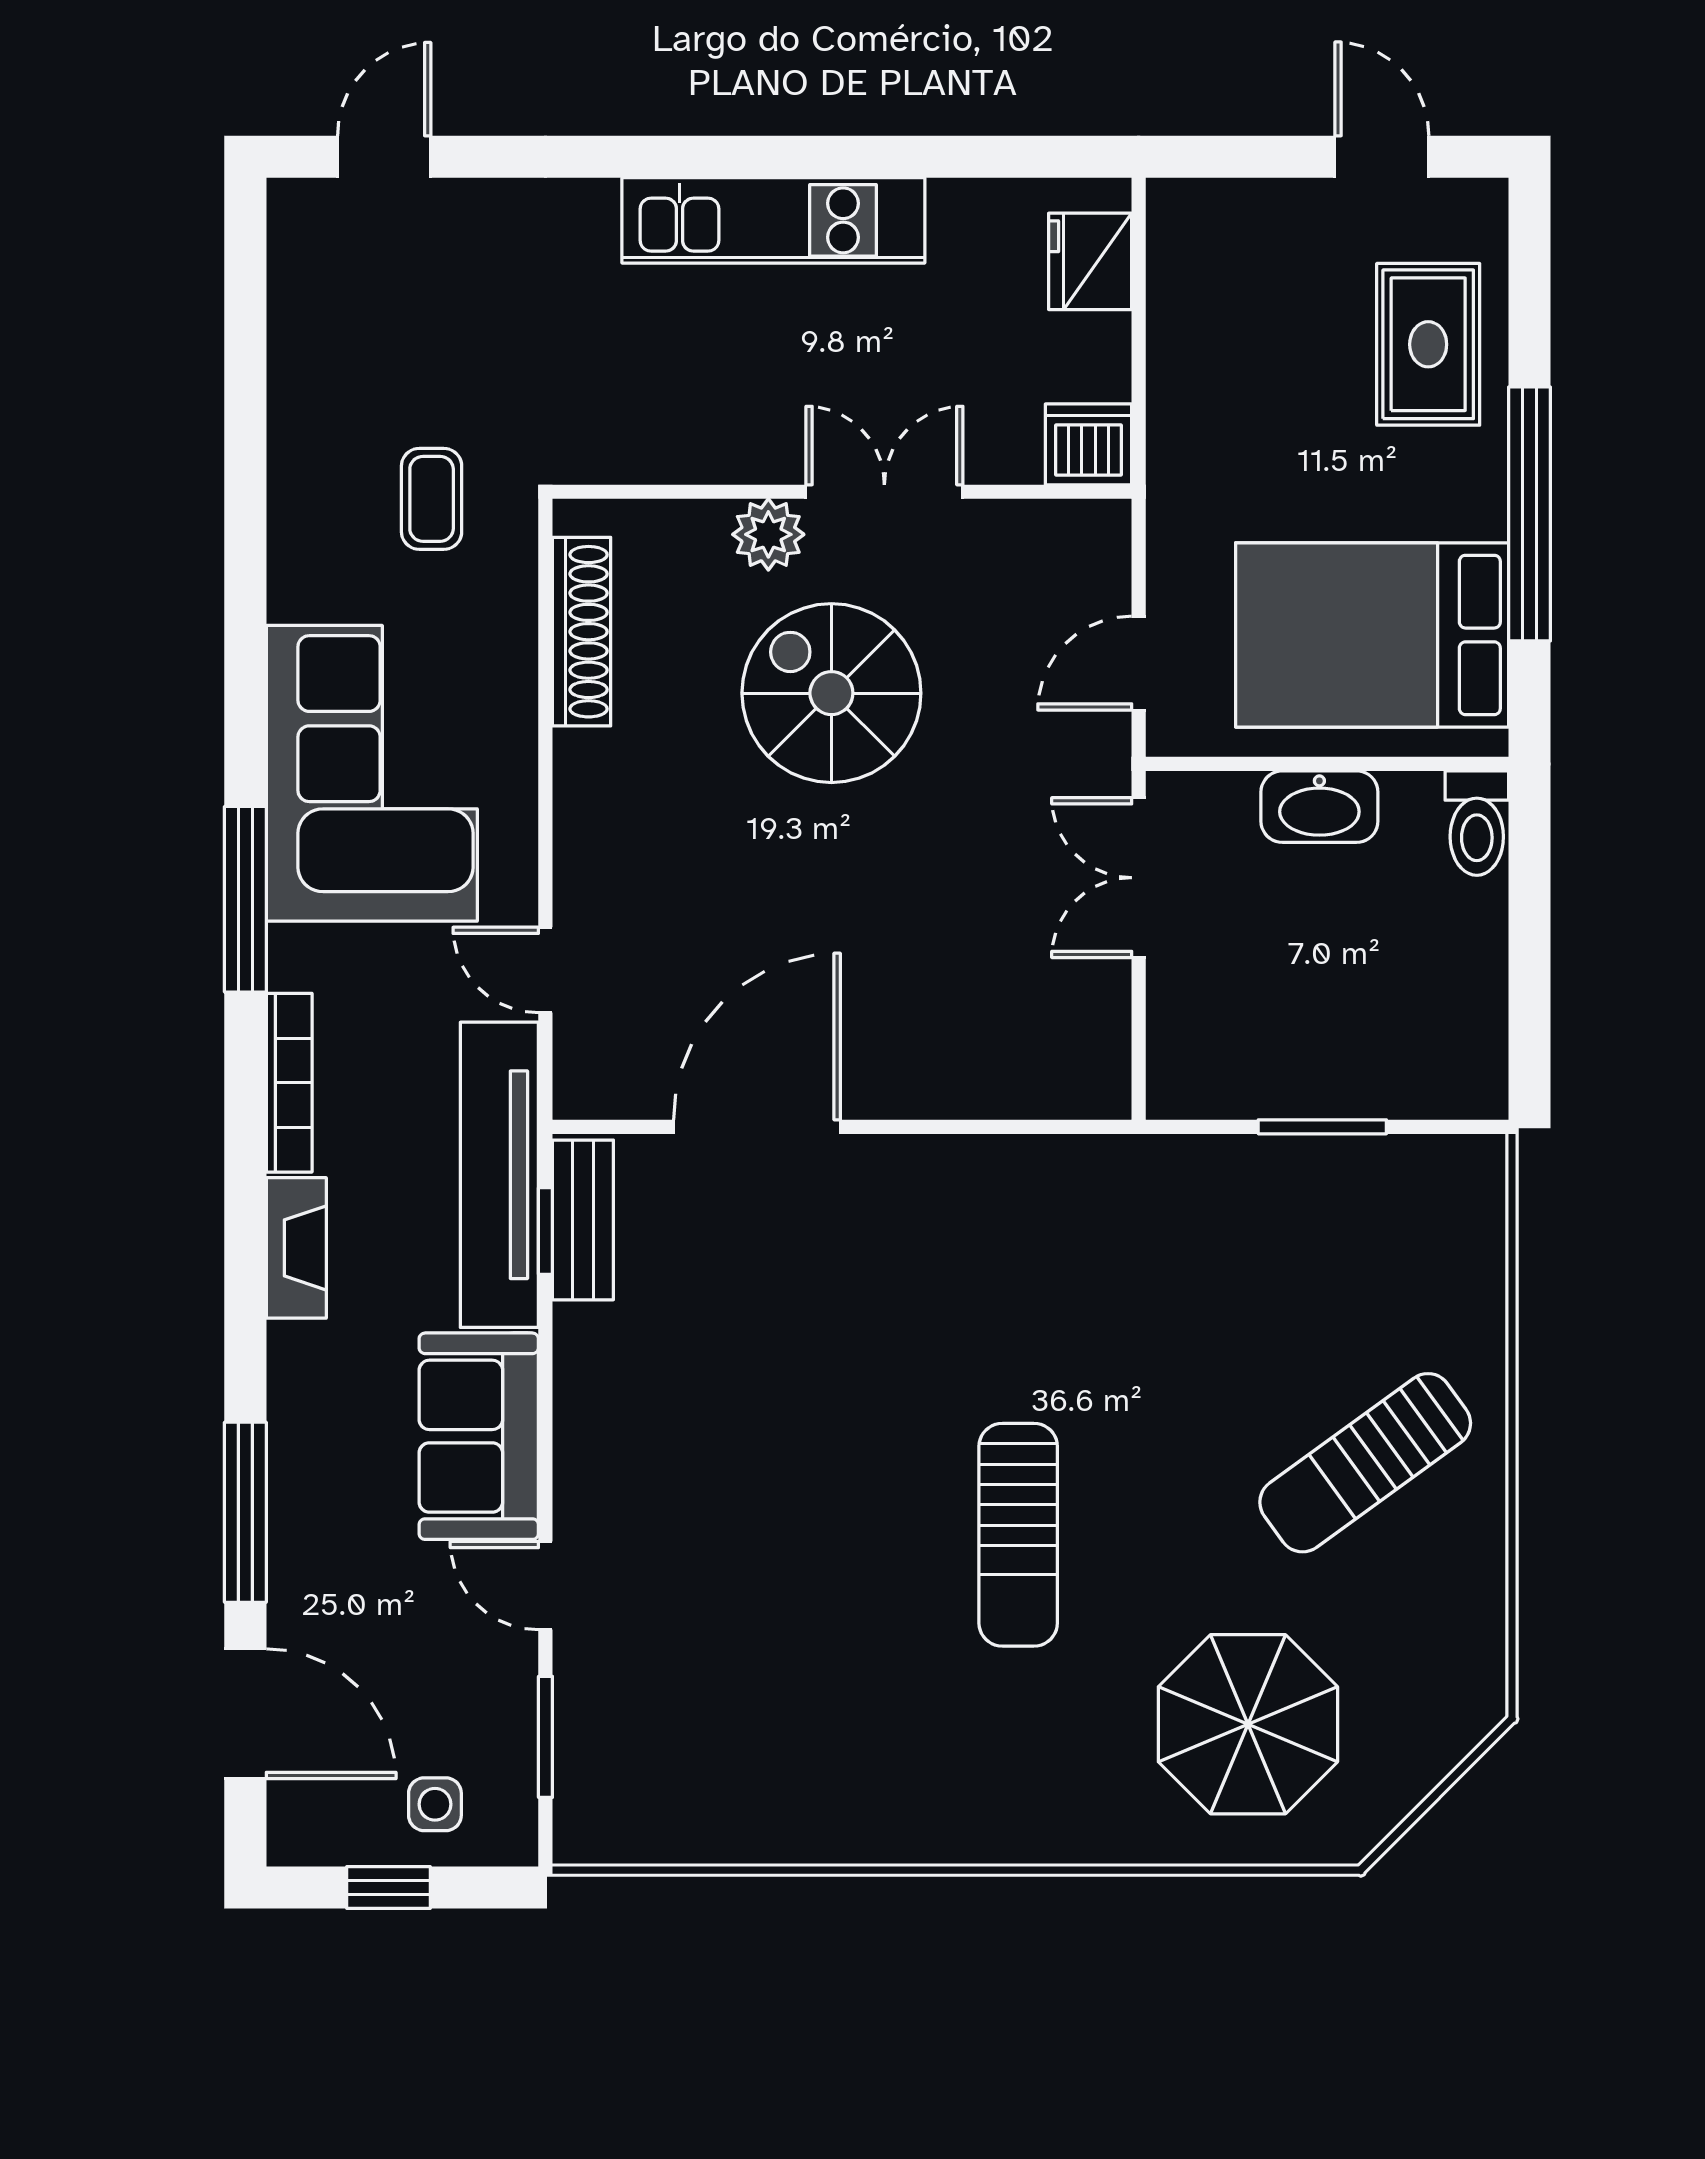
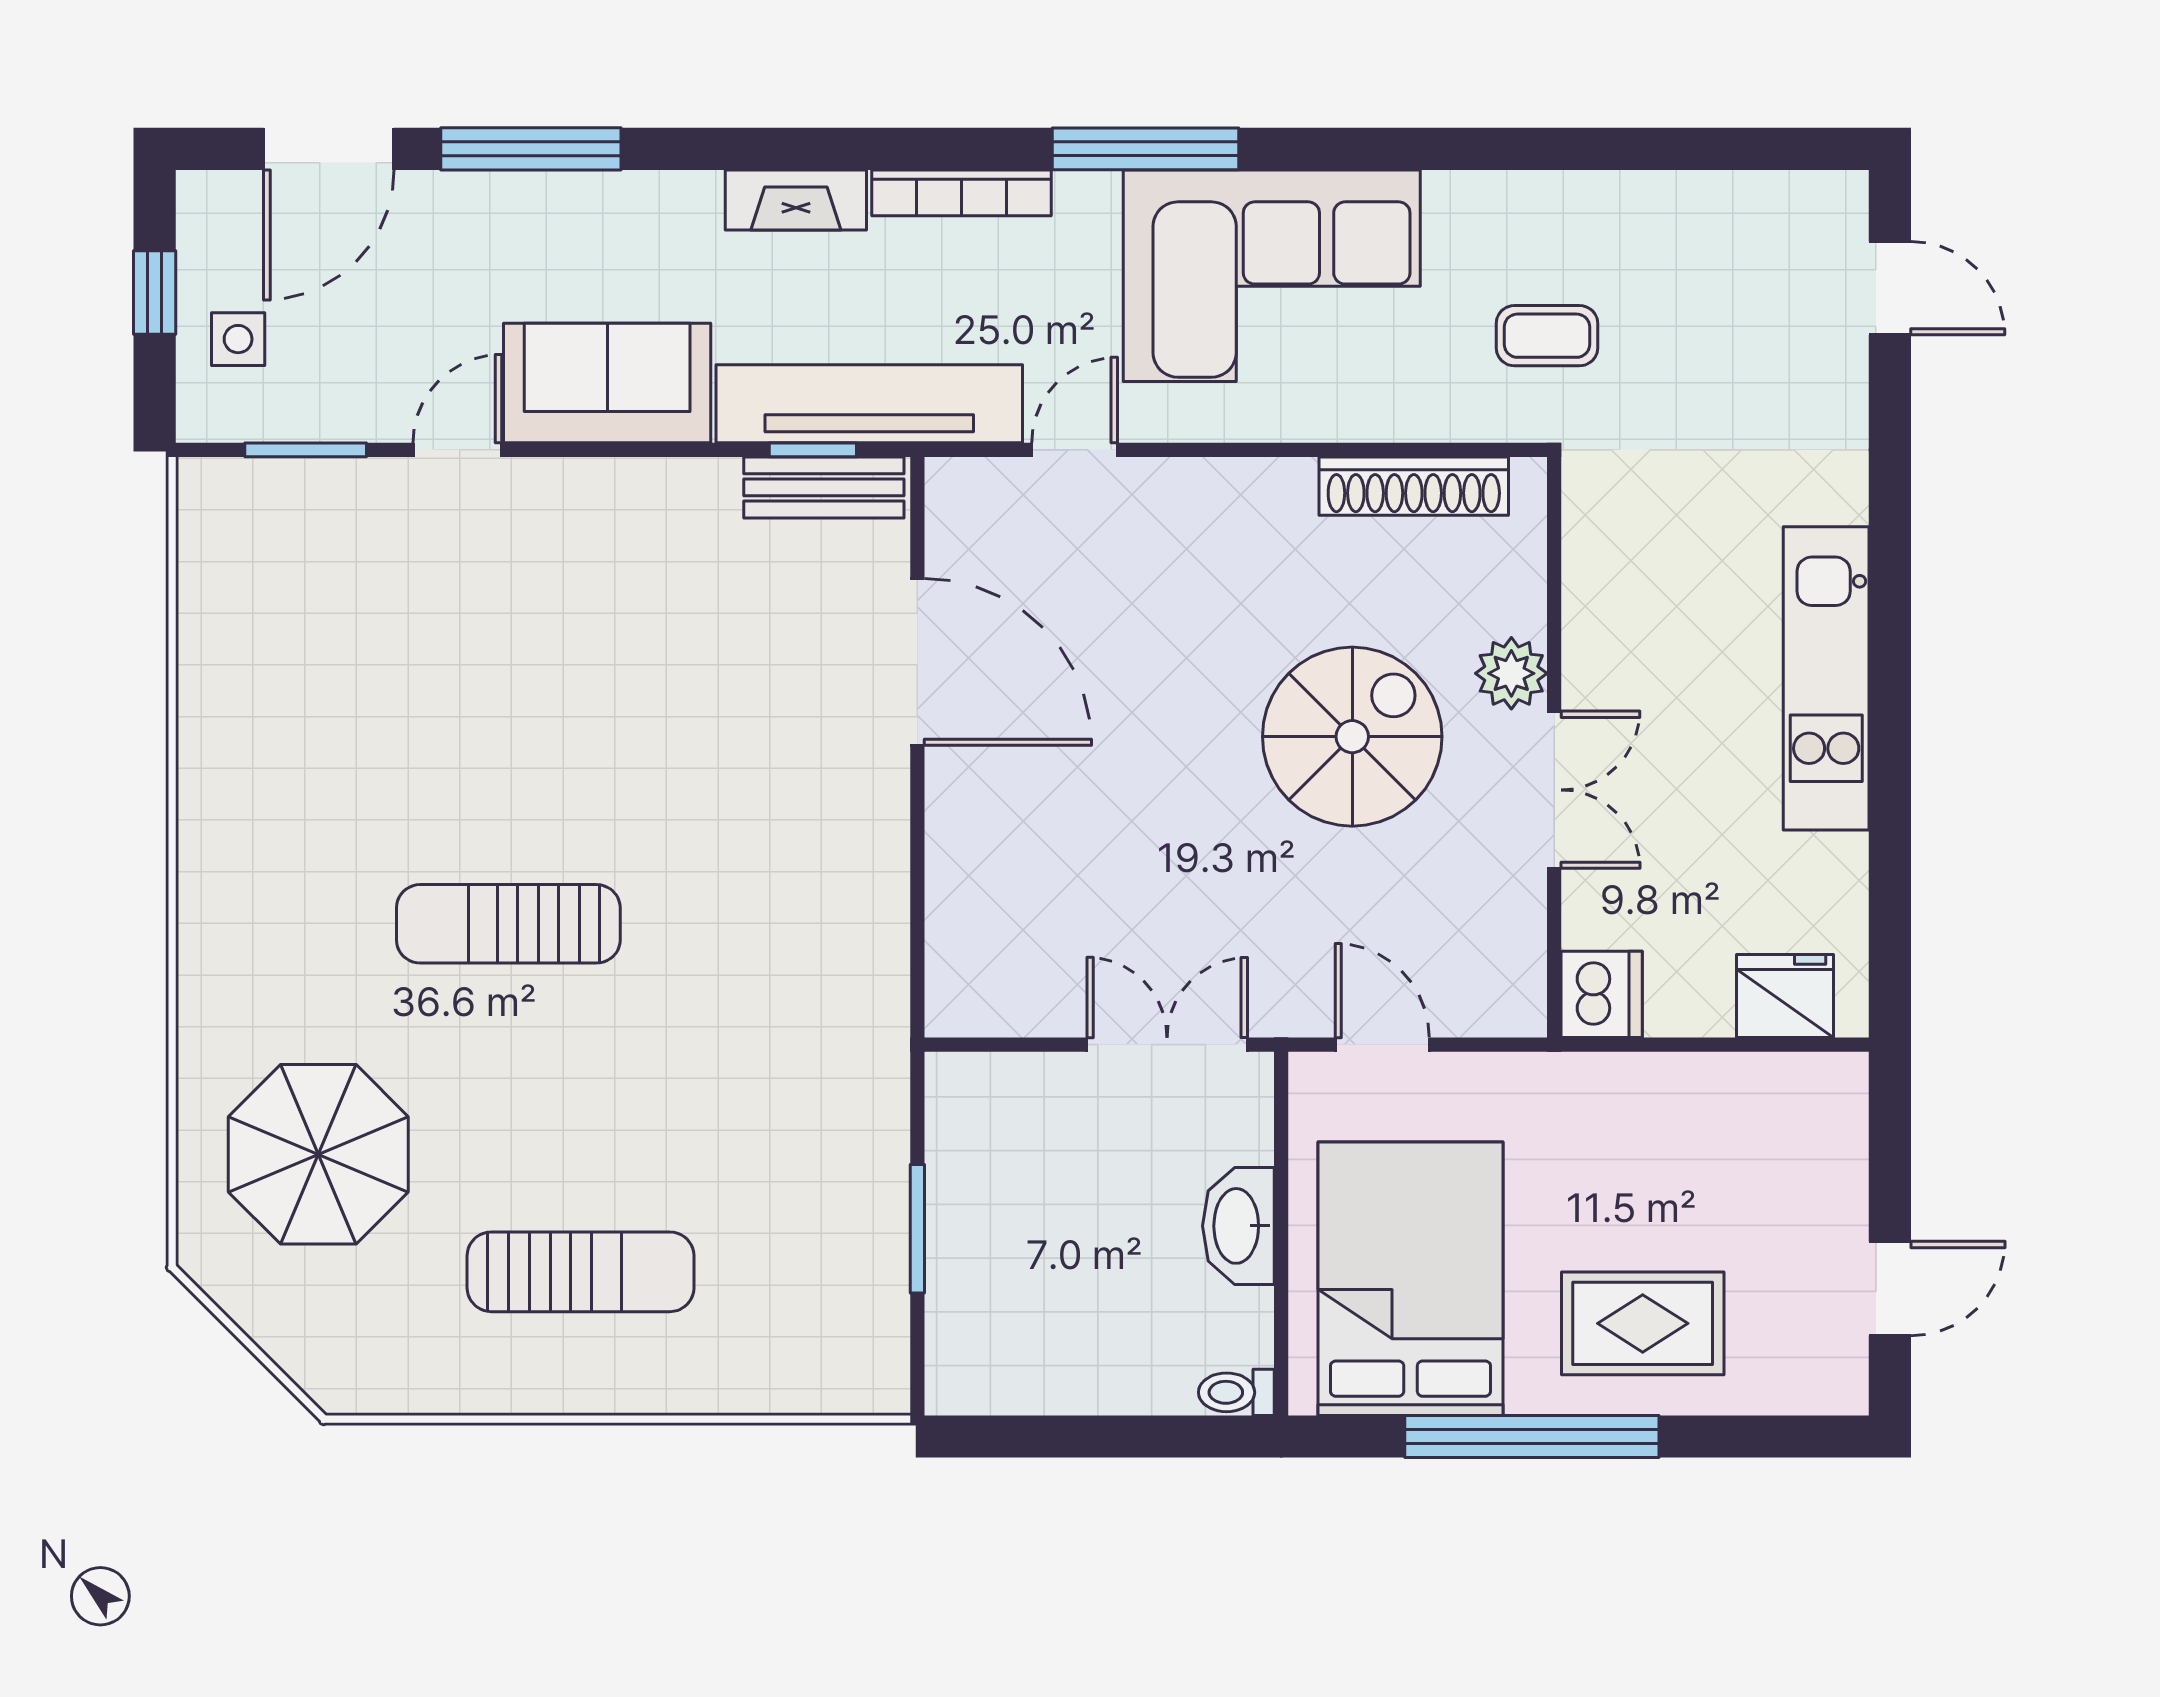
rug: (1428, 344) -> (1643, 1323), moved
toilet: (1477, 823) -> (1236, 1392), width x0.73, depth x0.72
sun lounger: (1365, 1463) -> (581, 1272), turned 126

